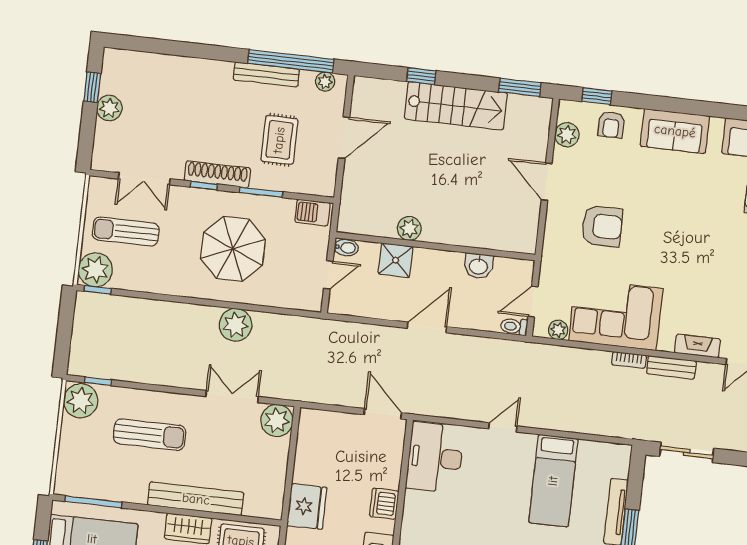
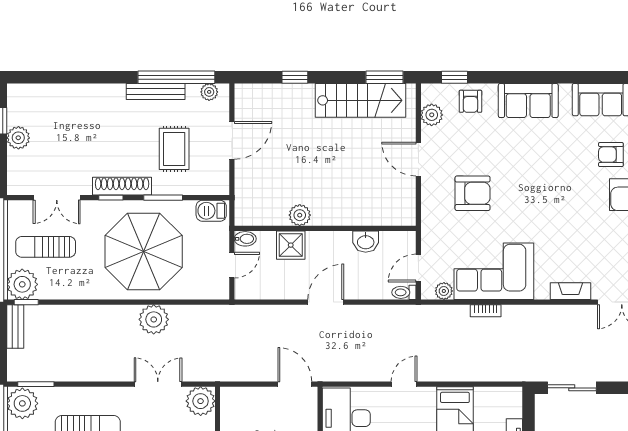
stairs: (456, 106) -> (360, 100), moved
parasol: (233, 249) -> (144, 252), width x1.36, depth x1.36
bookcase: (629, 360) -> (486, 311), moved
bench: (671, 367) -> (15, 327), moved, turned 90
window: (98, 381) -> (36, 384), width x1.50

